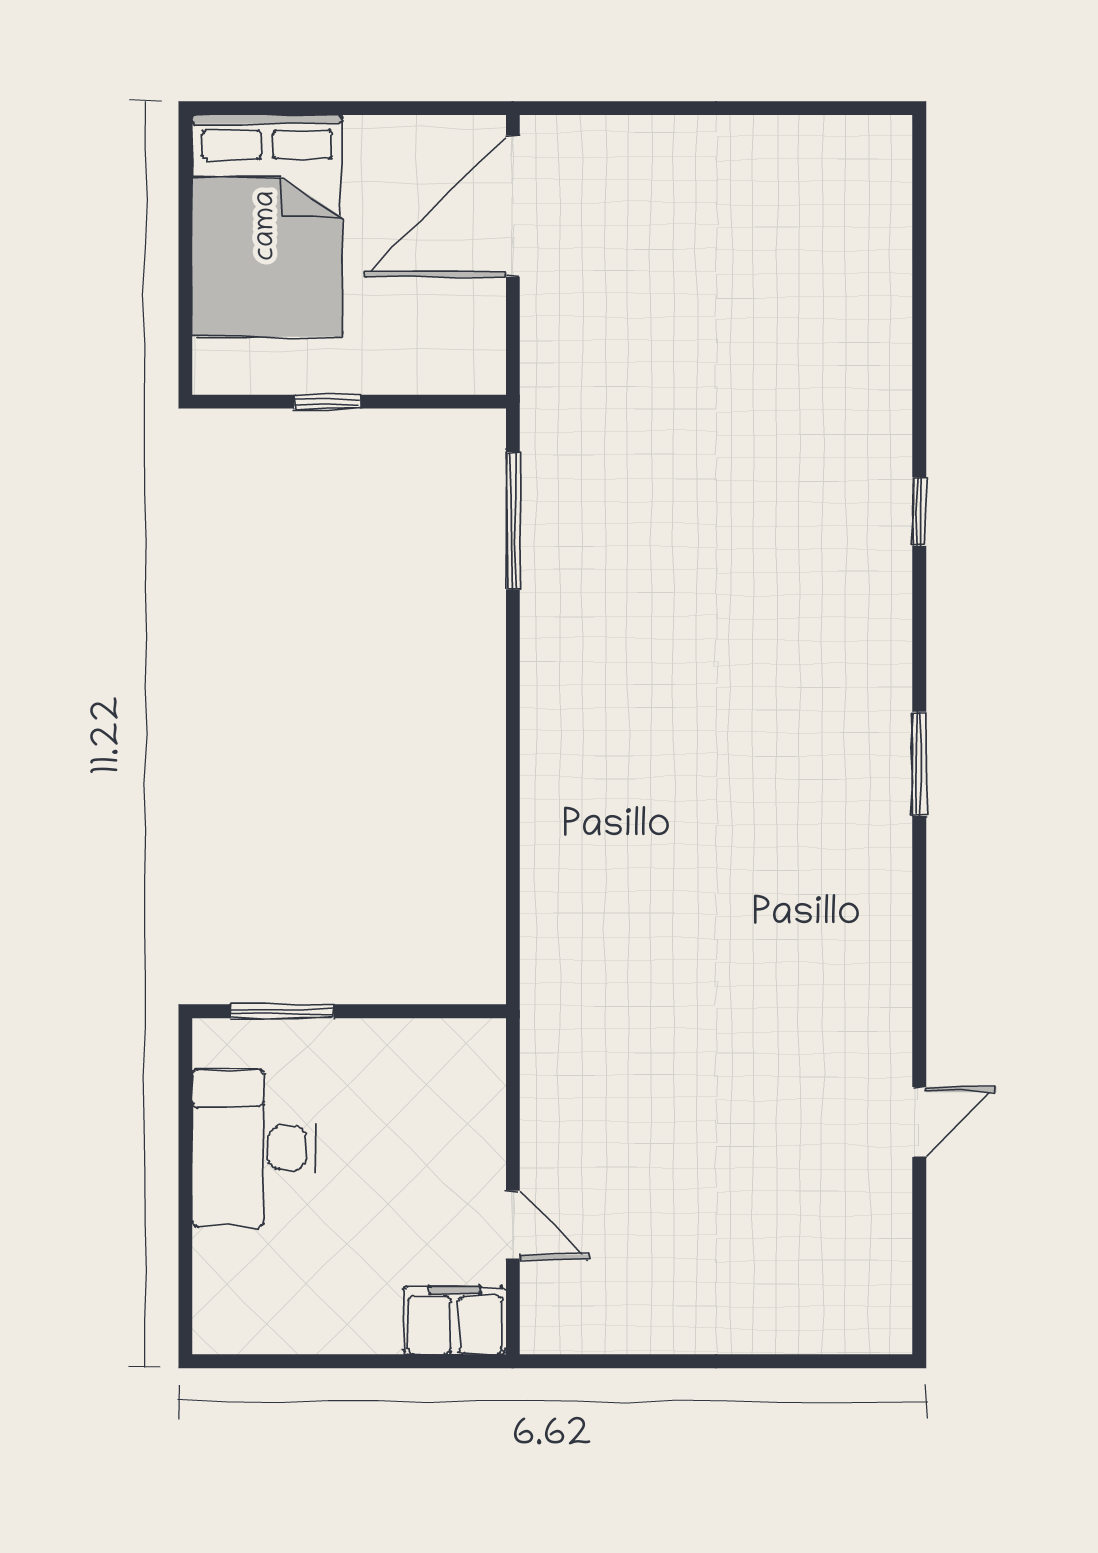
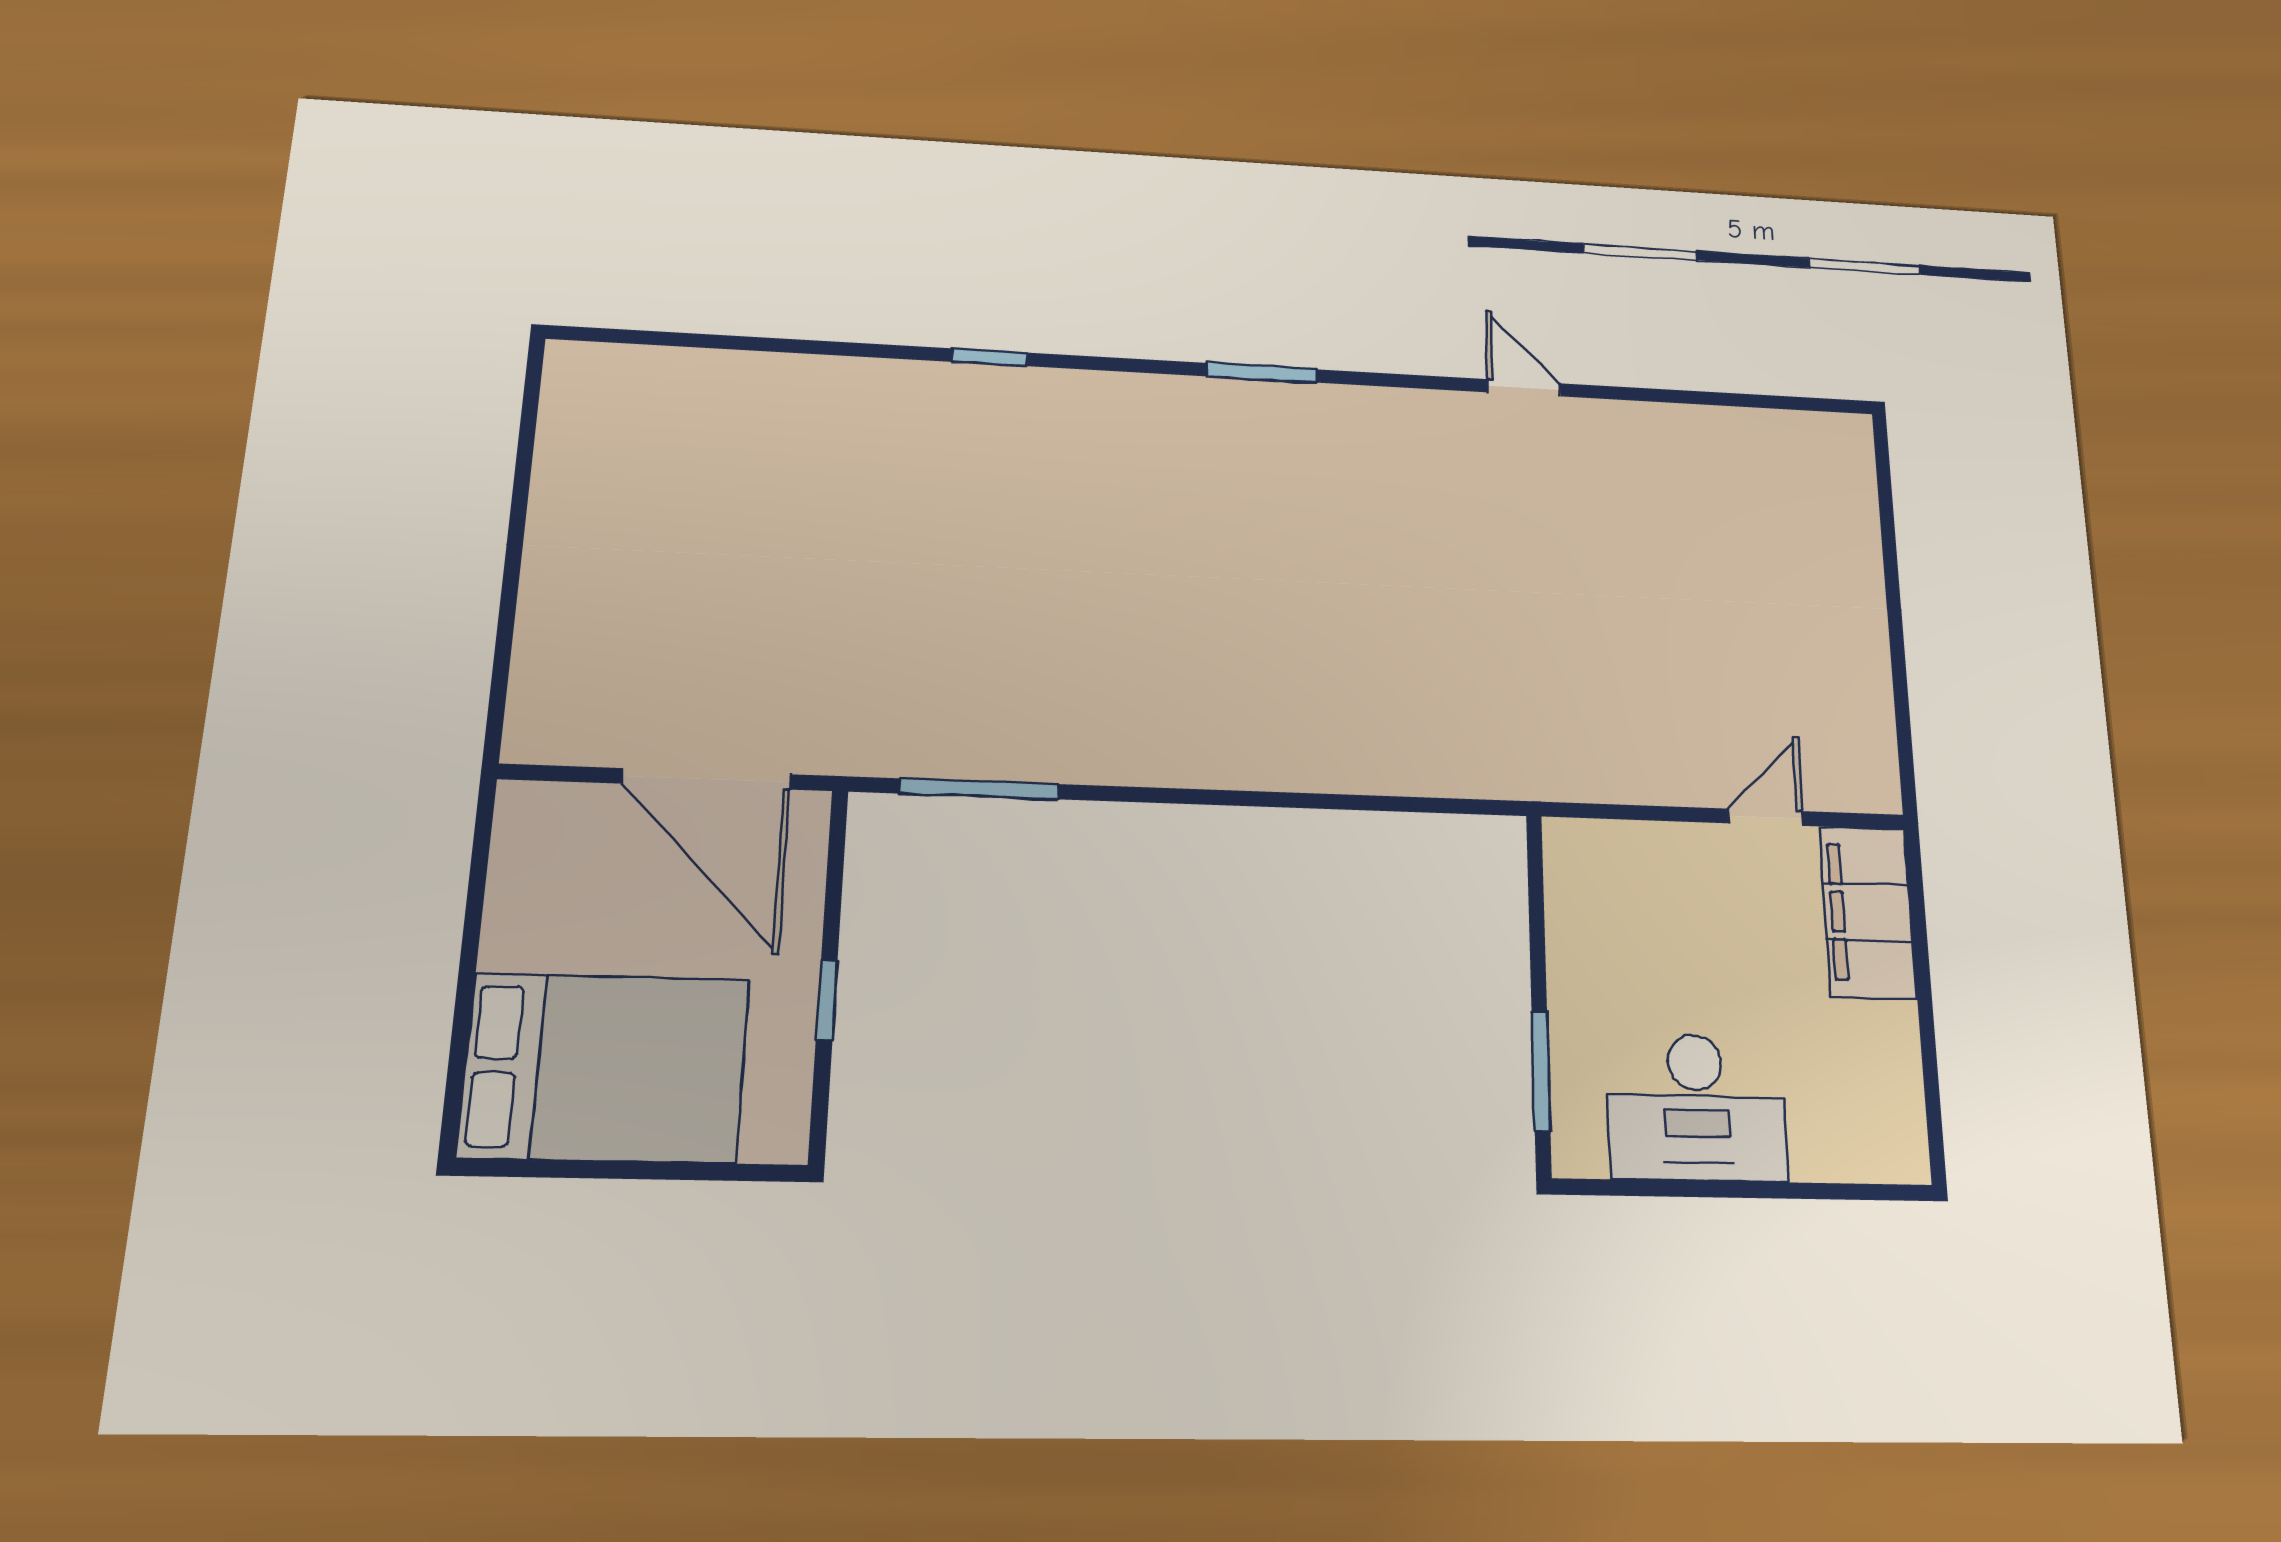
door: (513, 206) -> (706, 779), moved
door: (919, 1122) -> (1524, 388), moved
filing cabinet: (455, 1320) -> (1868, 912), width x1.50, depth x1.17

